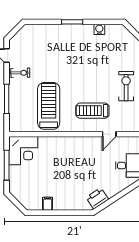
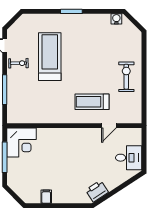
water cooler: (99, 29) -> (116, 19), moved
treadmill: (49, 106) -> (50, 57), moved

